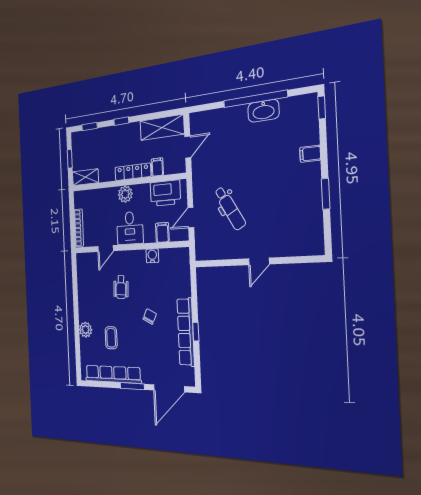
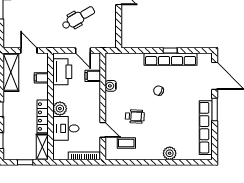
locker: (133, 172) -> (43, 116), moved
desk: (130, 228) -> (66, 128), moved, turned 180
coffee table: (111, 338) -> (126, 143), moved

